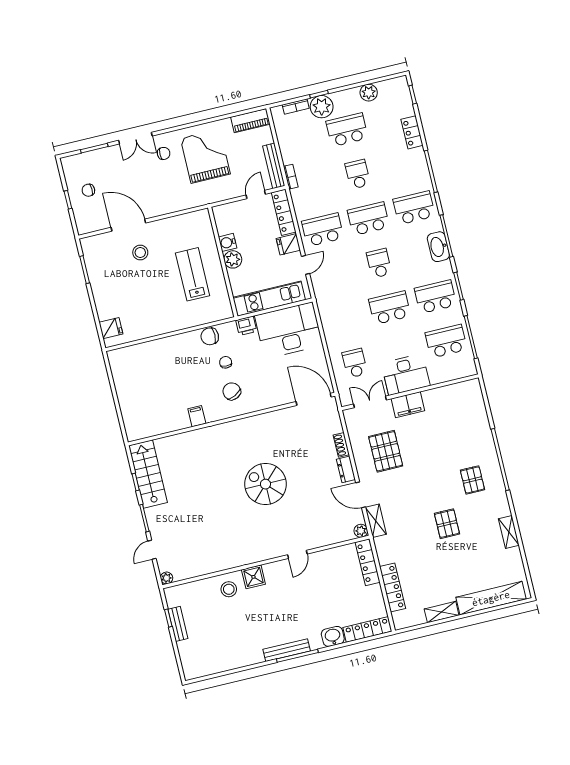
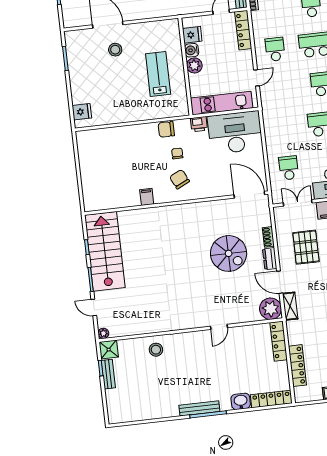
school desk: (323, 230) -> (275, 49), width x0.54
fridge: (288, 244) -> (192, 35), moved, turned 180
stairs: (148, 474) -> (105, 251), width x1.36, depth x1.51
spiral stairs: (265, 484) -> (229, 253), moved, turned 180
plant: (361, 531) -> (271, 309), width x1.88, depth x1.88
door: (152, 550) -> (94, 307), hinge flipped
shower: (253, 577) -> (109, 350), moved

